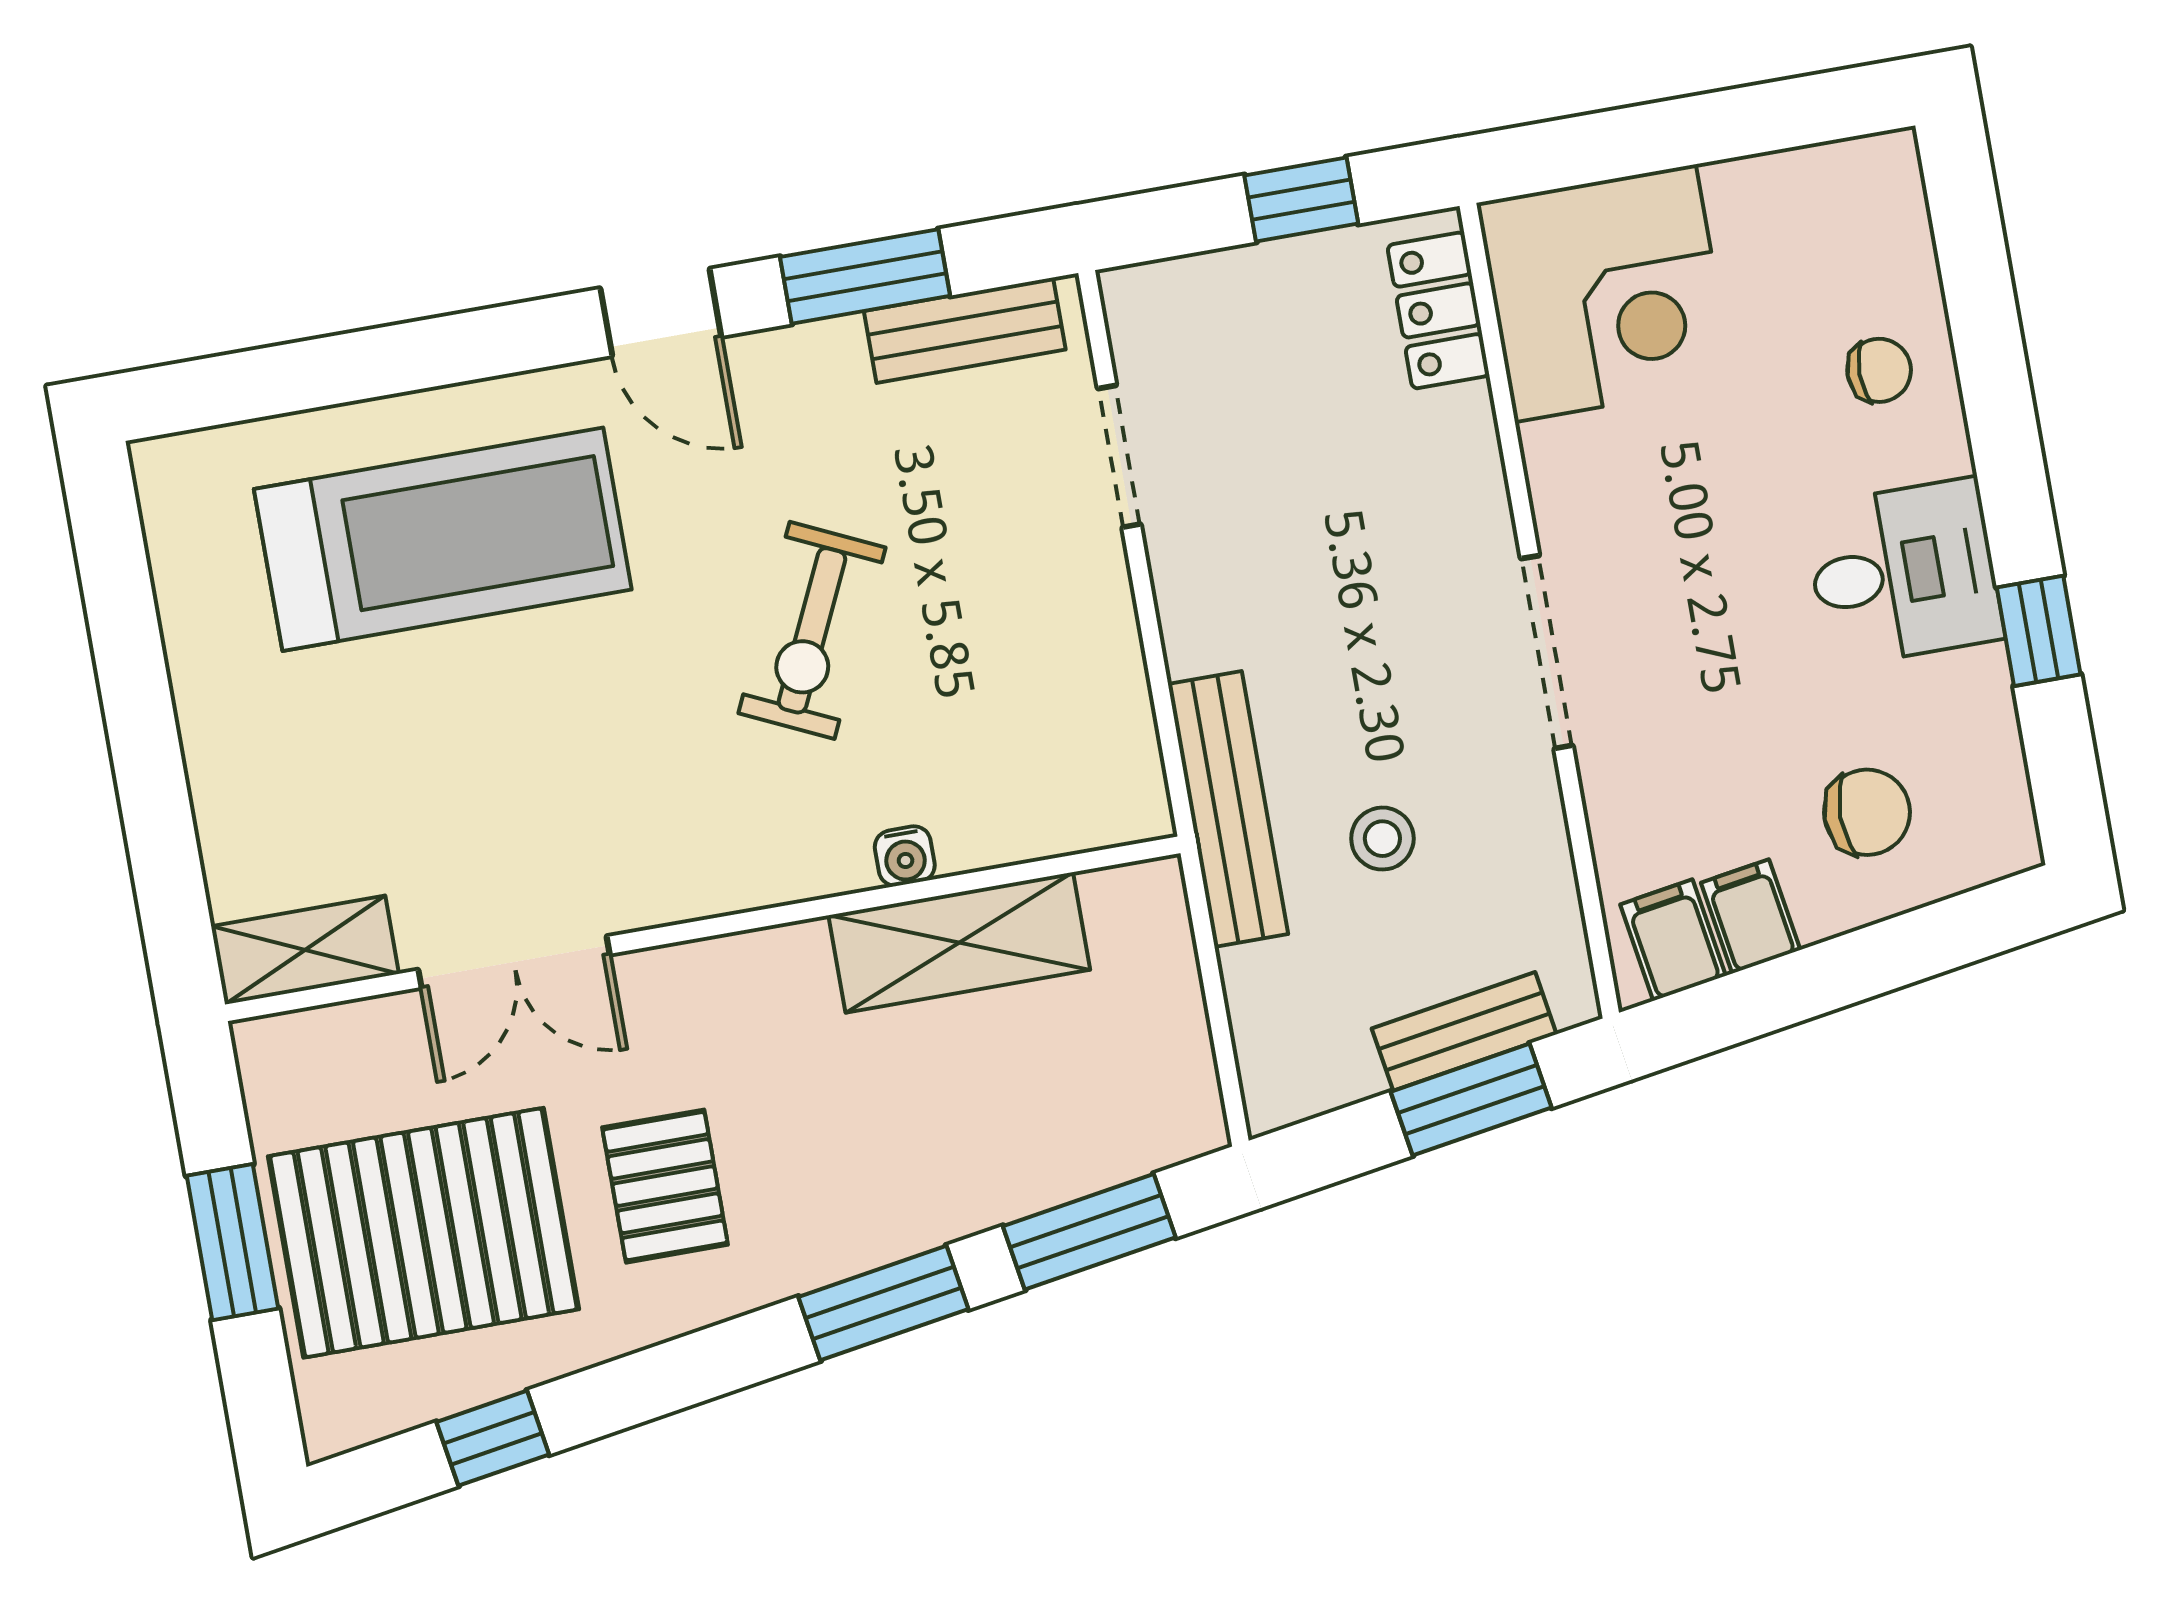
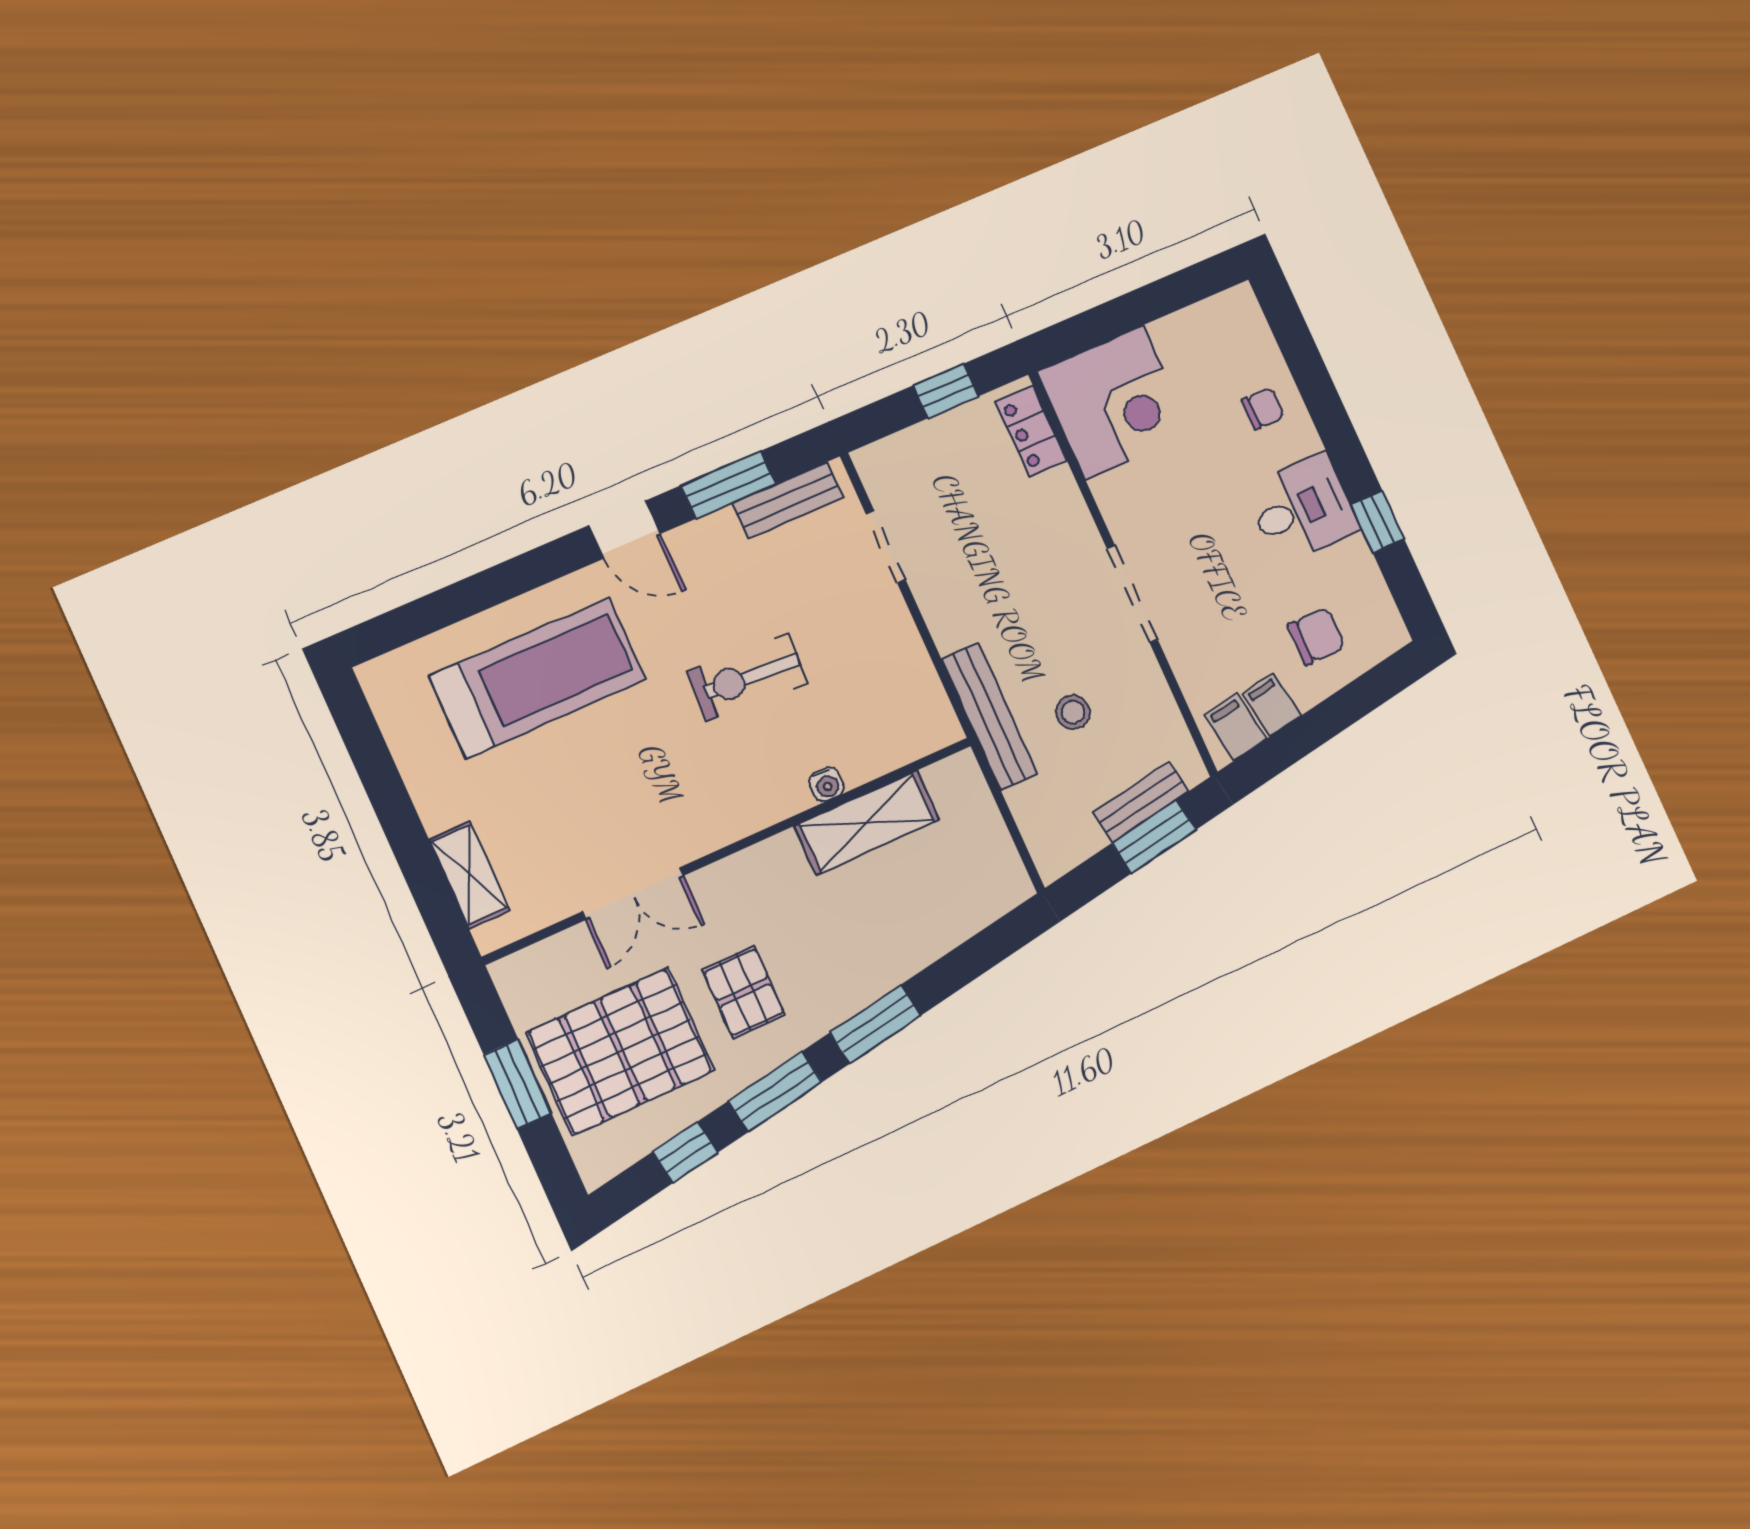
exercise bike: (812, 630) -> (747, 678), turned 69
shelving: (305, 950) -> (469, 875), moved, turned 90
window: (1089, 1232) -> (775, 1091), moved

